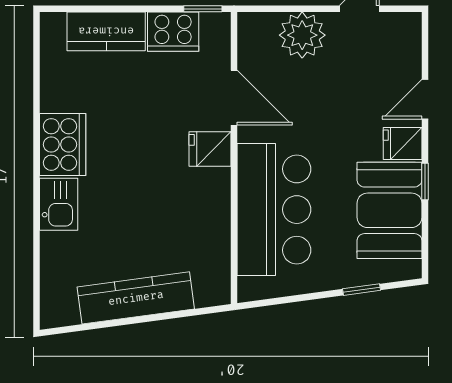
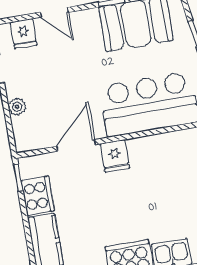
plant: (302, 35) -> (17, 107), width x0.53, depth x0.53
fridge: (403, 143) -> (23, 34), moved

